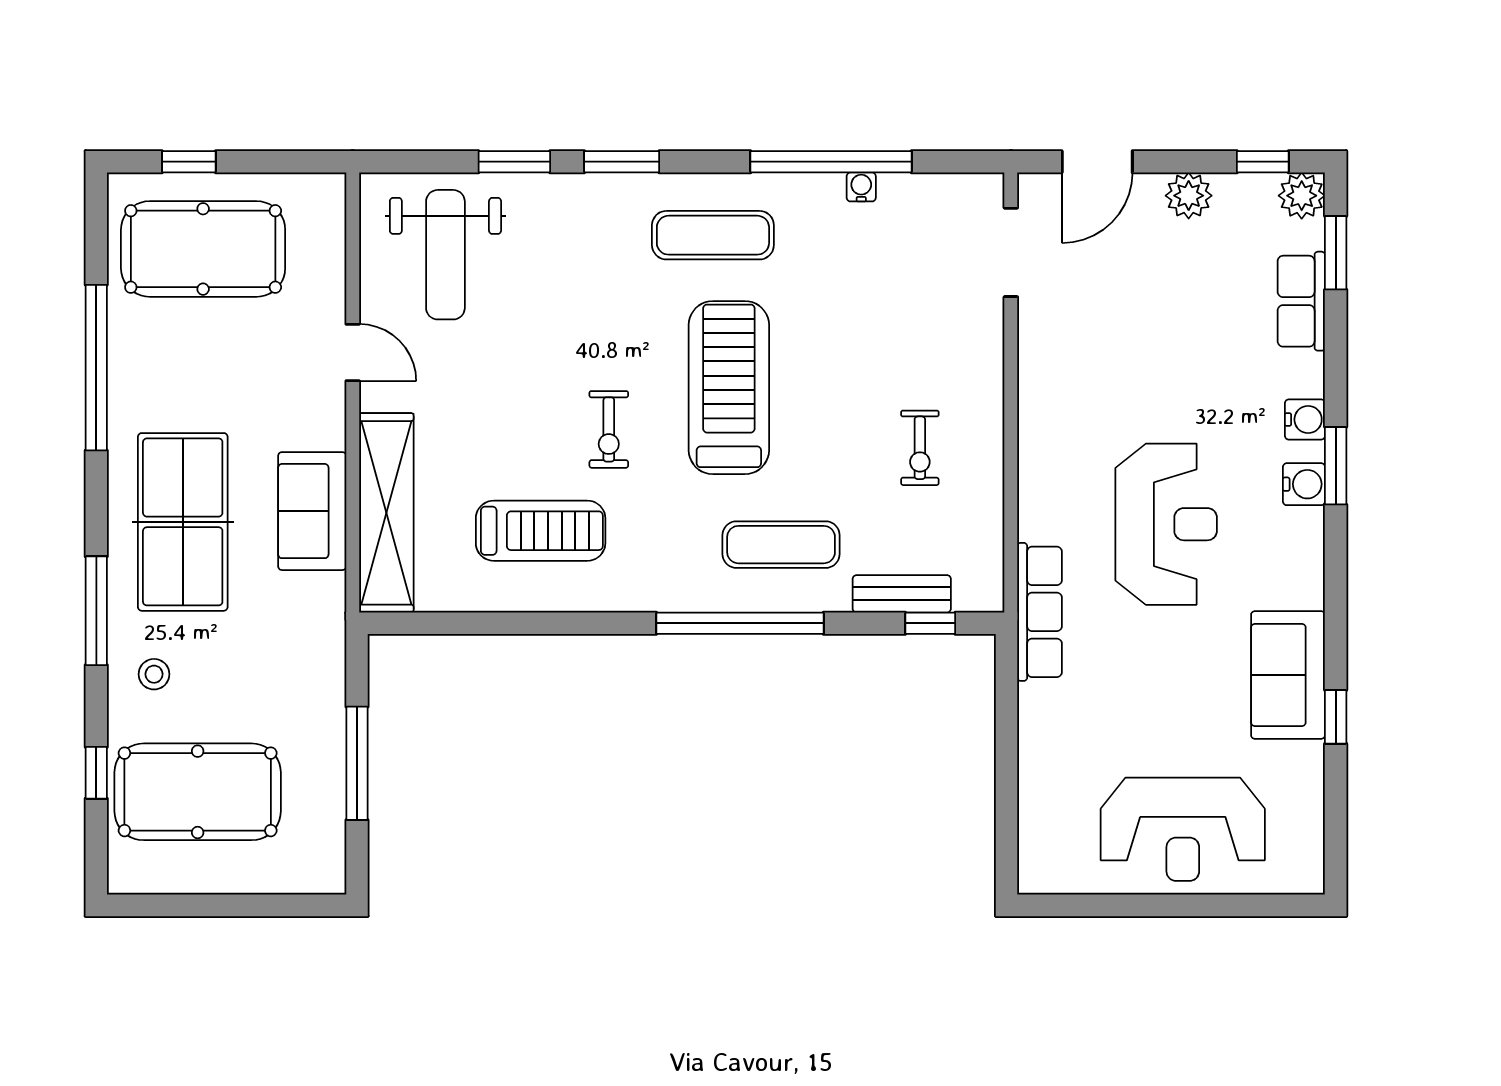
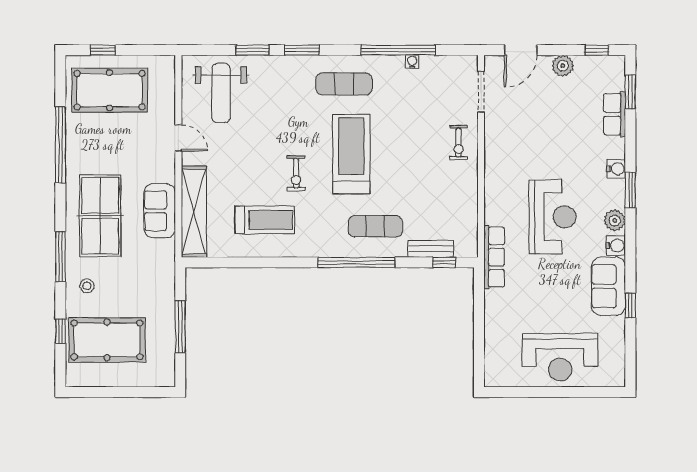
plant: (1302, 196) -> (615, 220), moved
exercise bike: (920, 448) -> (459, 143), moved
water cooler: (1304, 484) -> (616, 246), moved

